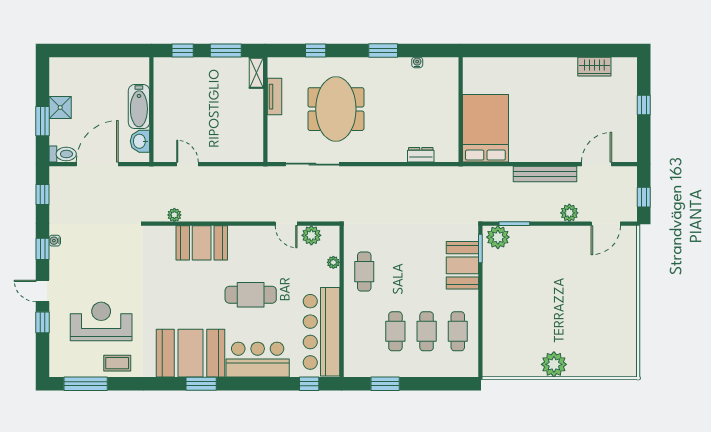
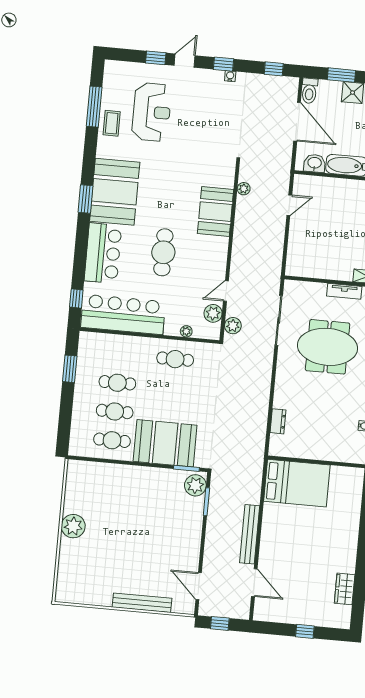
plant: (569, 213) -> (233, 326), moved
booth: (462, 265) -> (165, 443), width x1.36, depth x1.42
bench: (629, 283) -> (142, 603), added
window: (86, 384) -> (94, 107), moved

